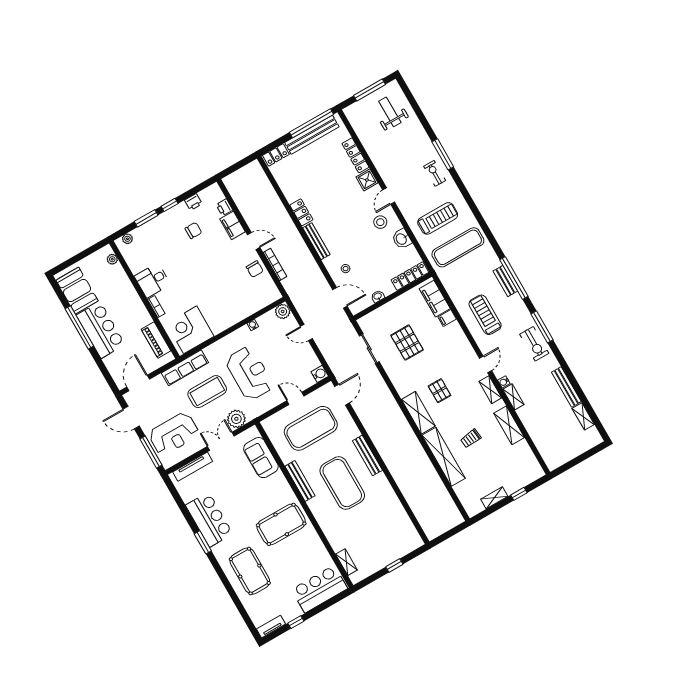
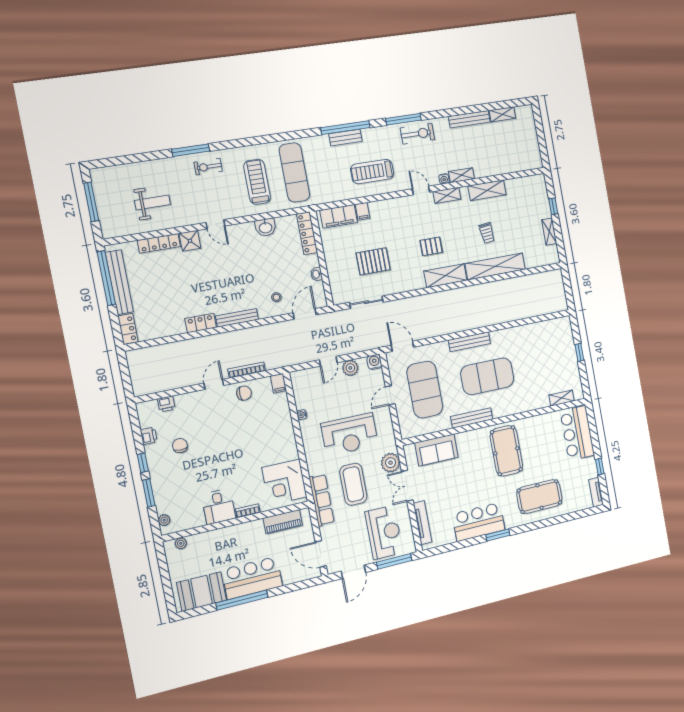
weight bench: (390, 112) -> (152, 203), moved, turned 180
stool: (380, 222) -> (240, 243), removed
filing cabinet: (233, 225) -> (278, 383), moved, width x0.50
plant: (283, 311) -> (350, 368), moved
reception desk: (249, 373) -> (350, 434), turned 180

